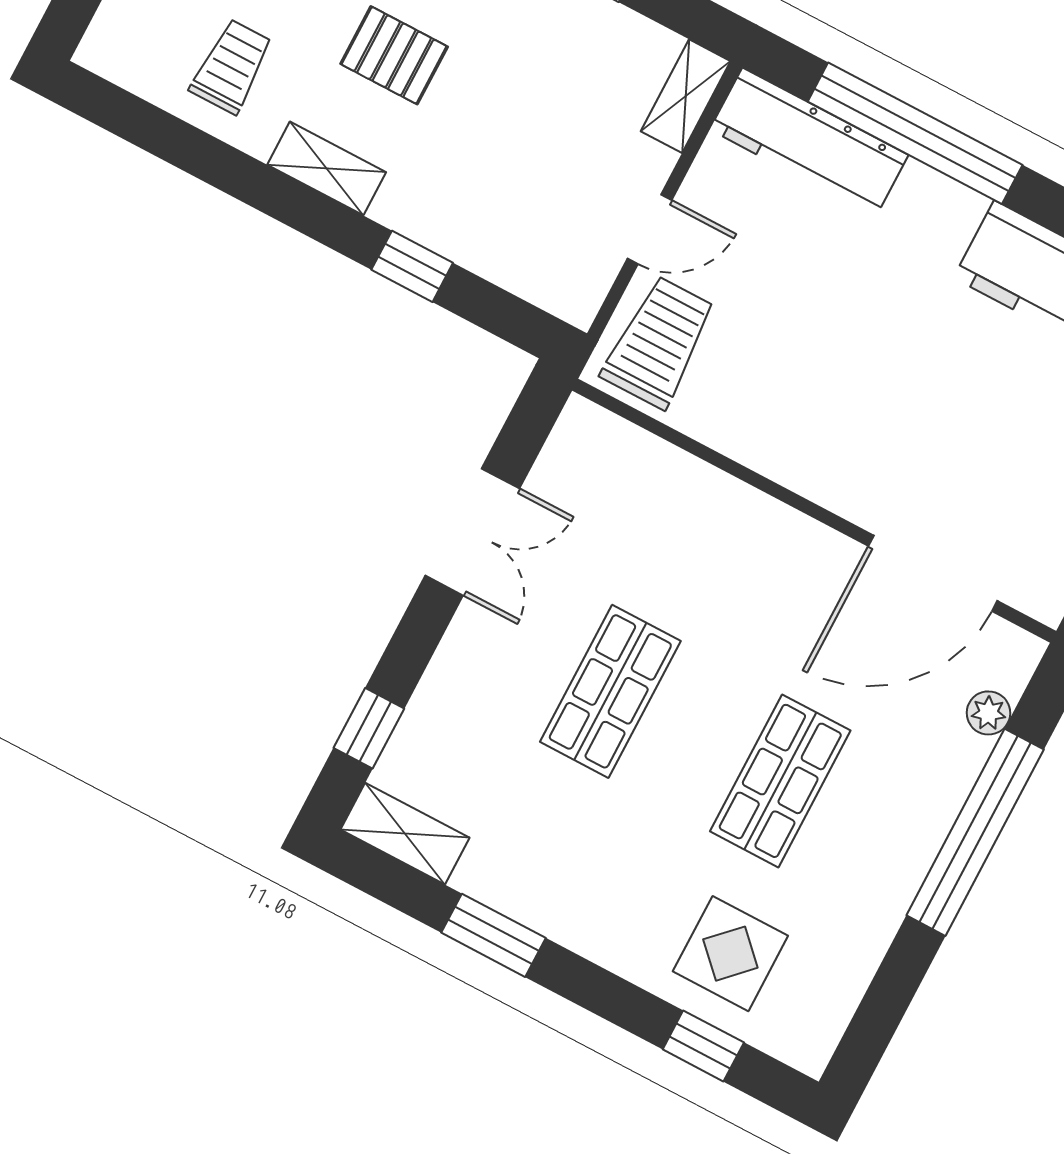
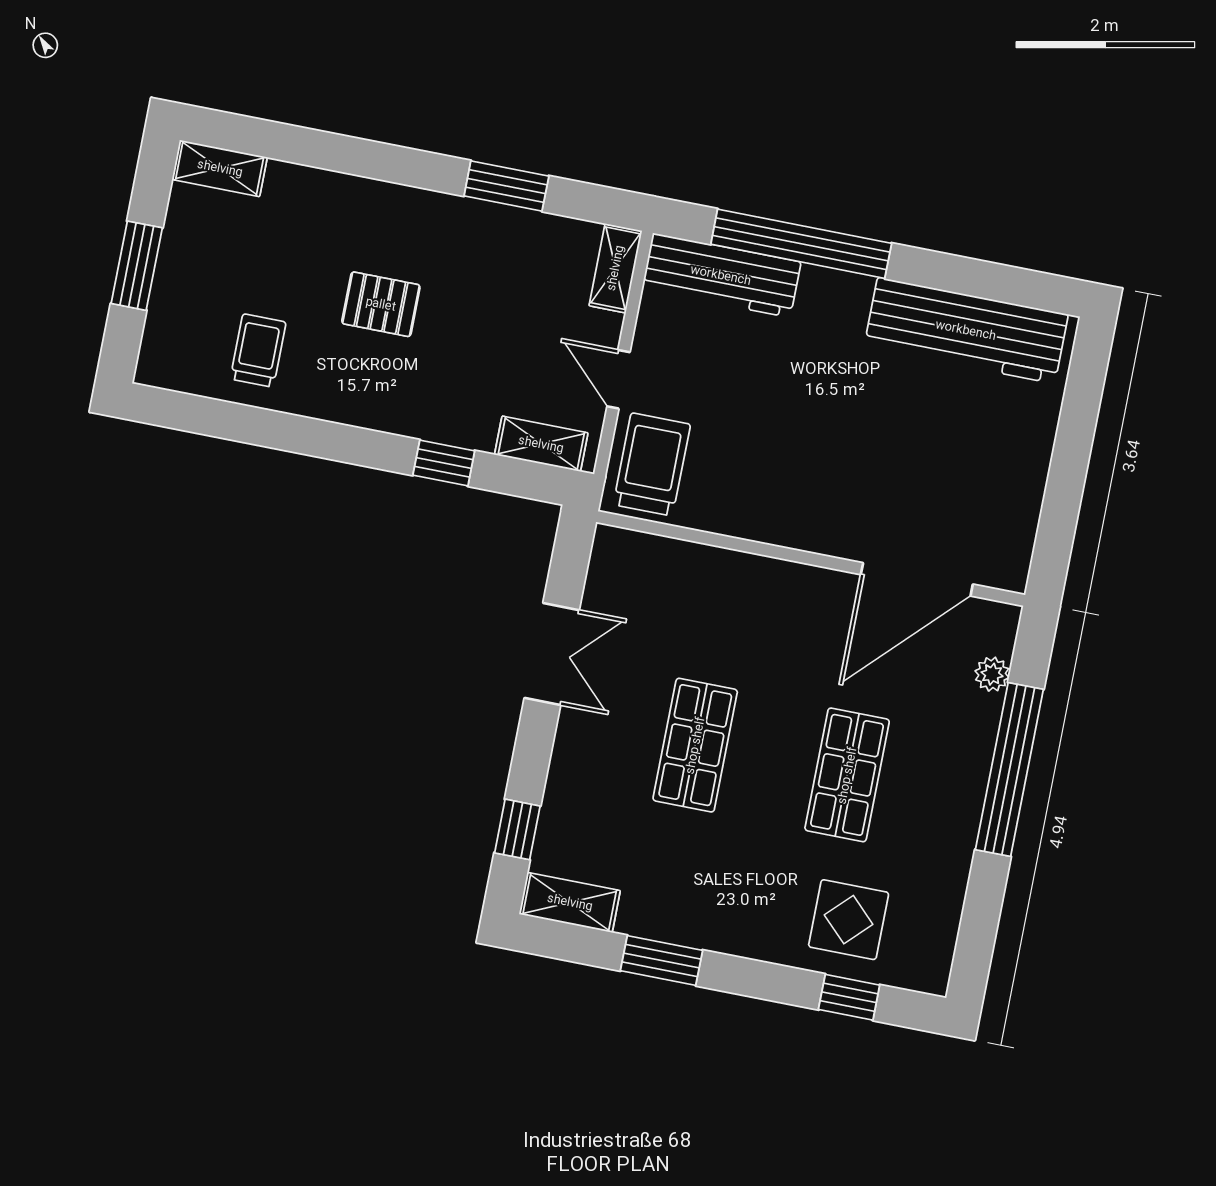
shelving: (327, 168) -> (541, 444), moved
door: (650, 229) -> (618, 379), swing flipped

